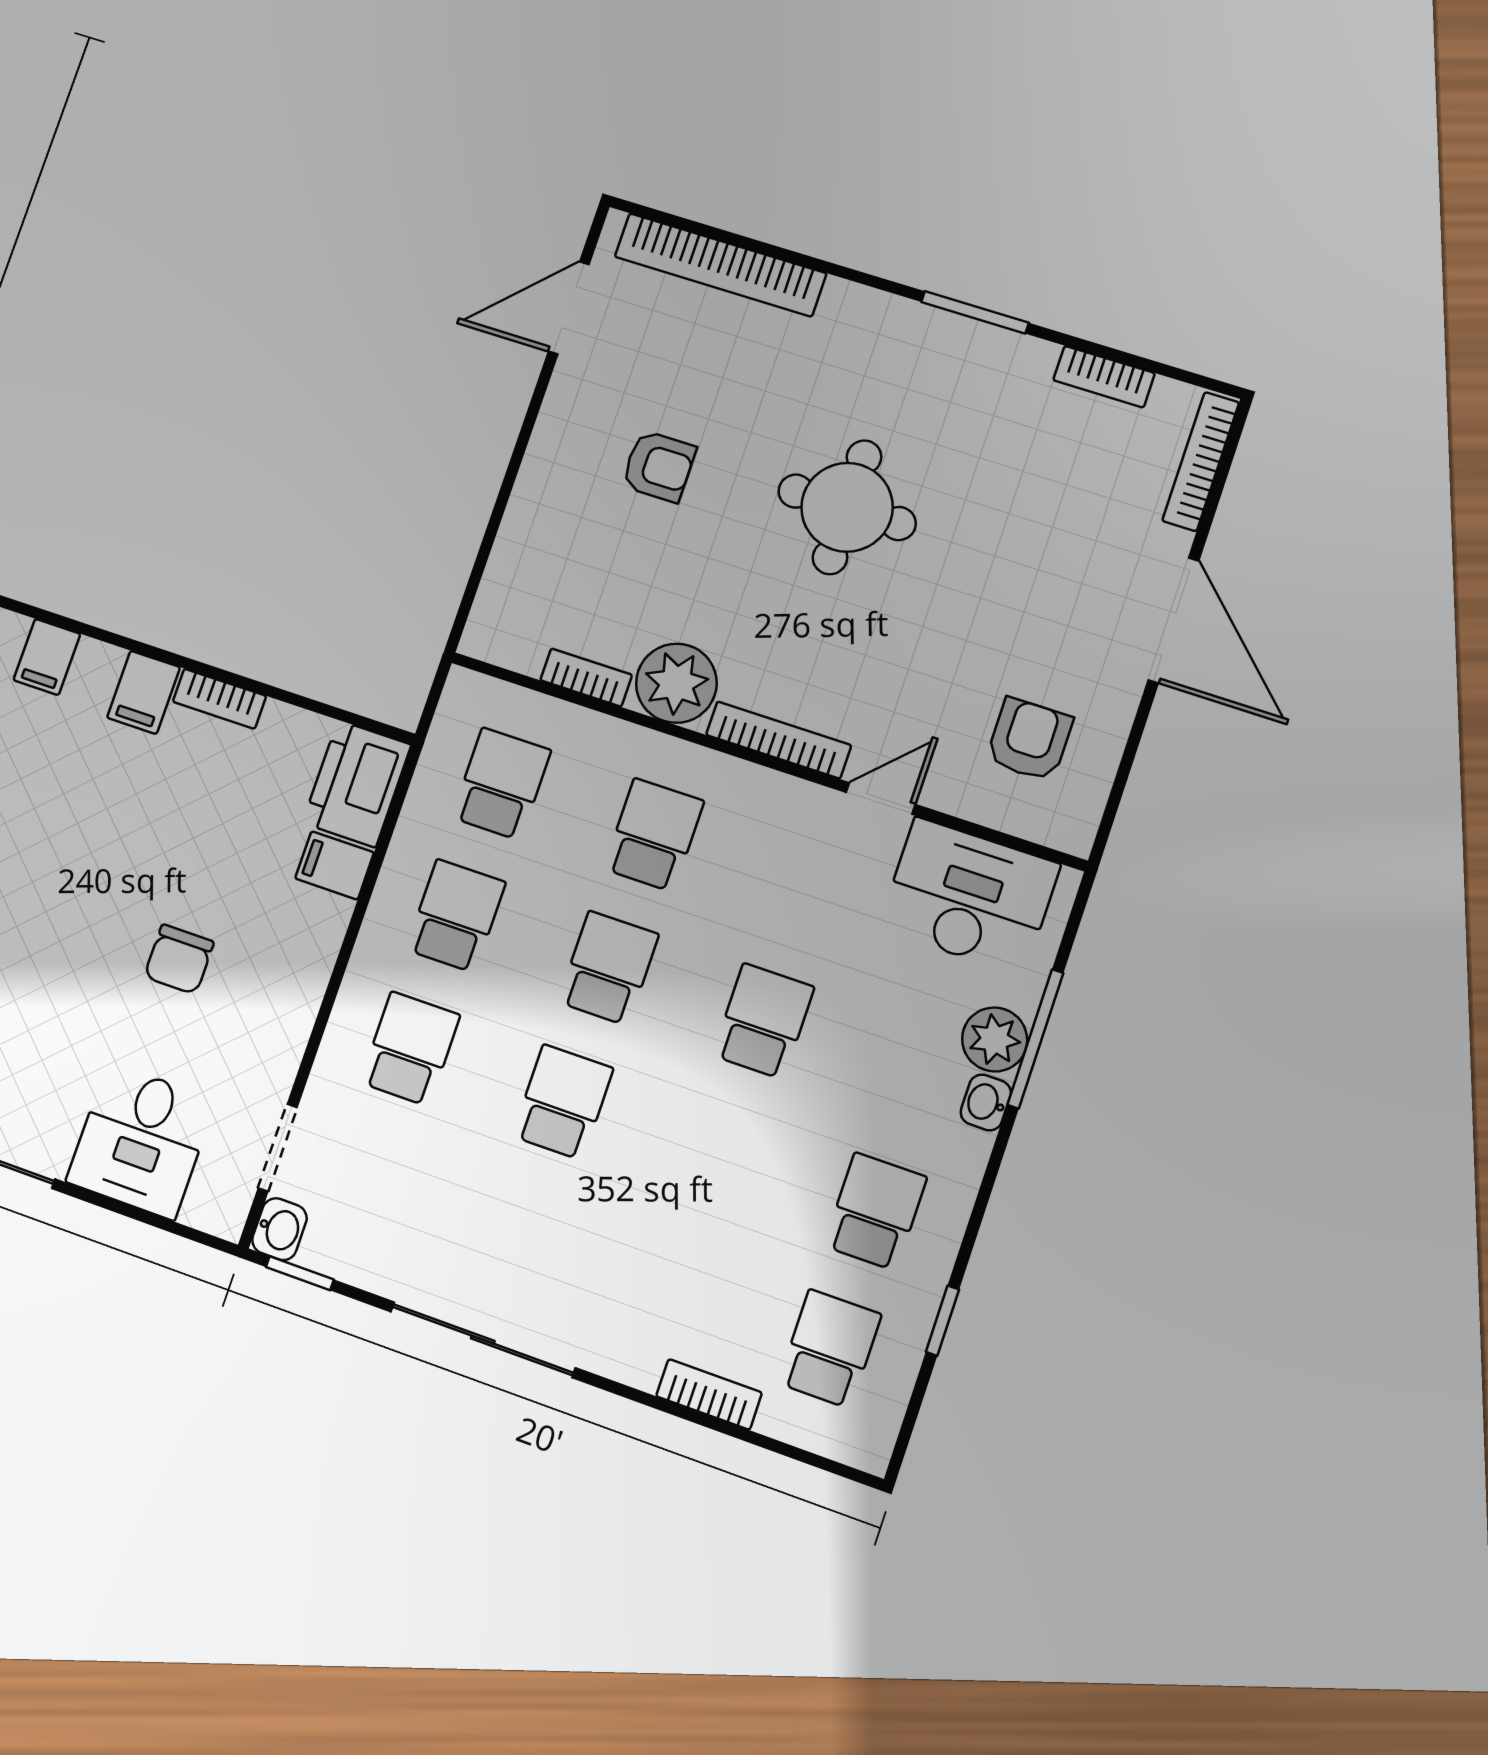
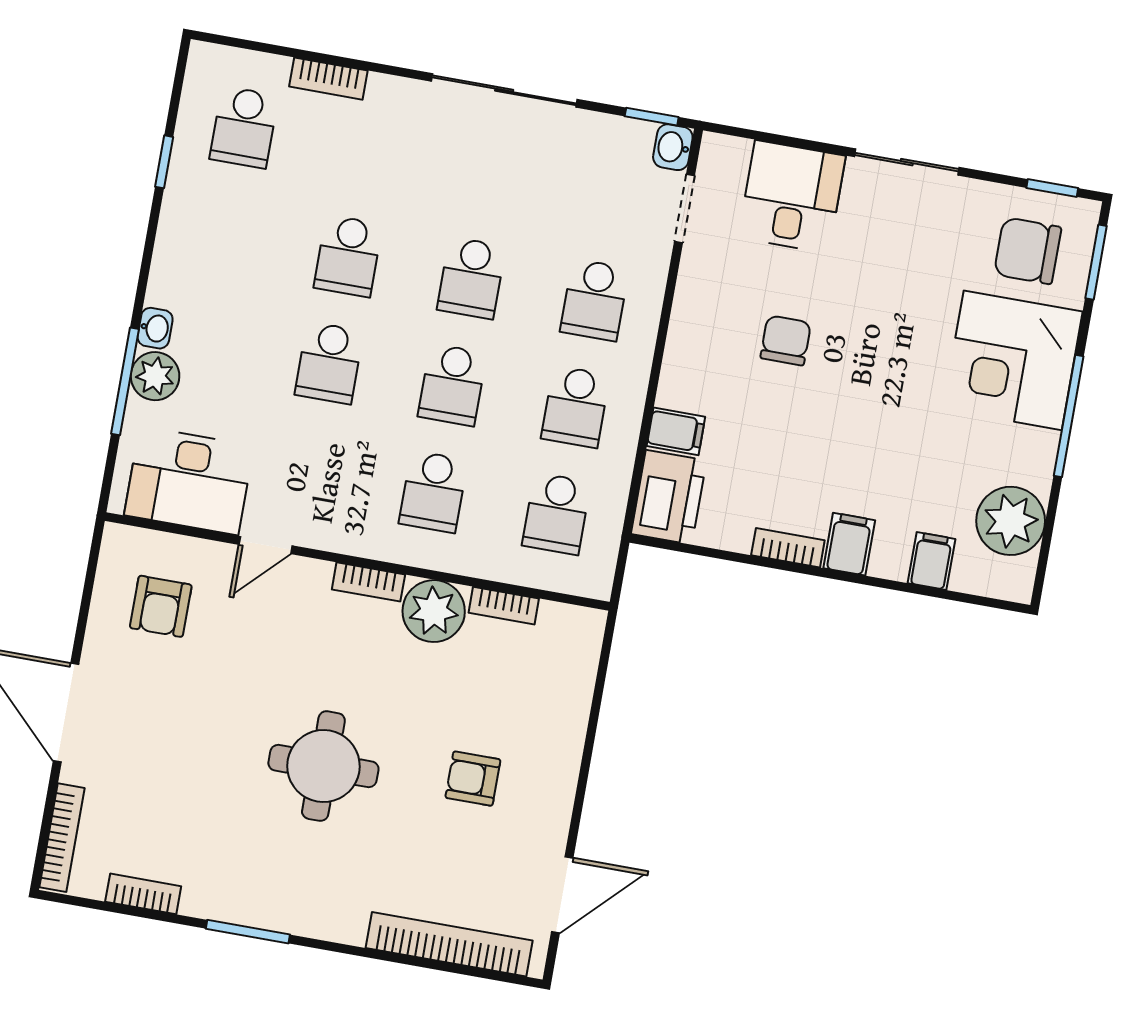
bookcase: (779, 740) -> (368, 582), width x0.64
school desk: (875, 1211) -> (348, 256), moved

